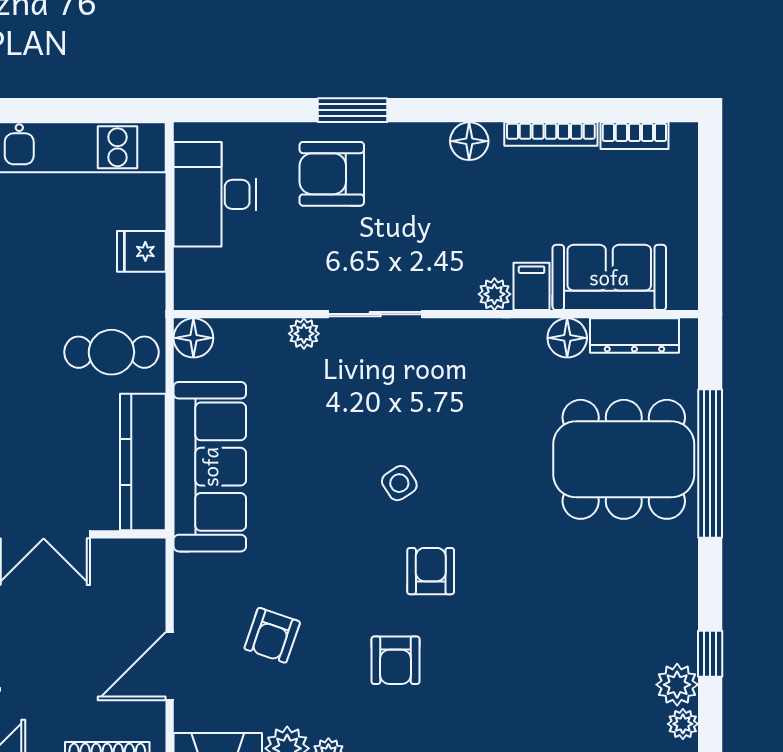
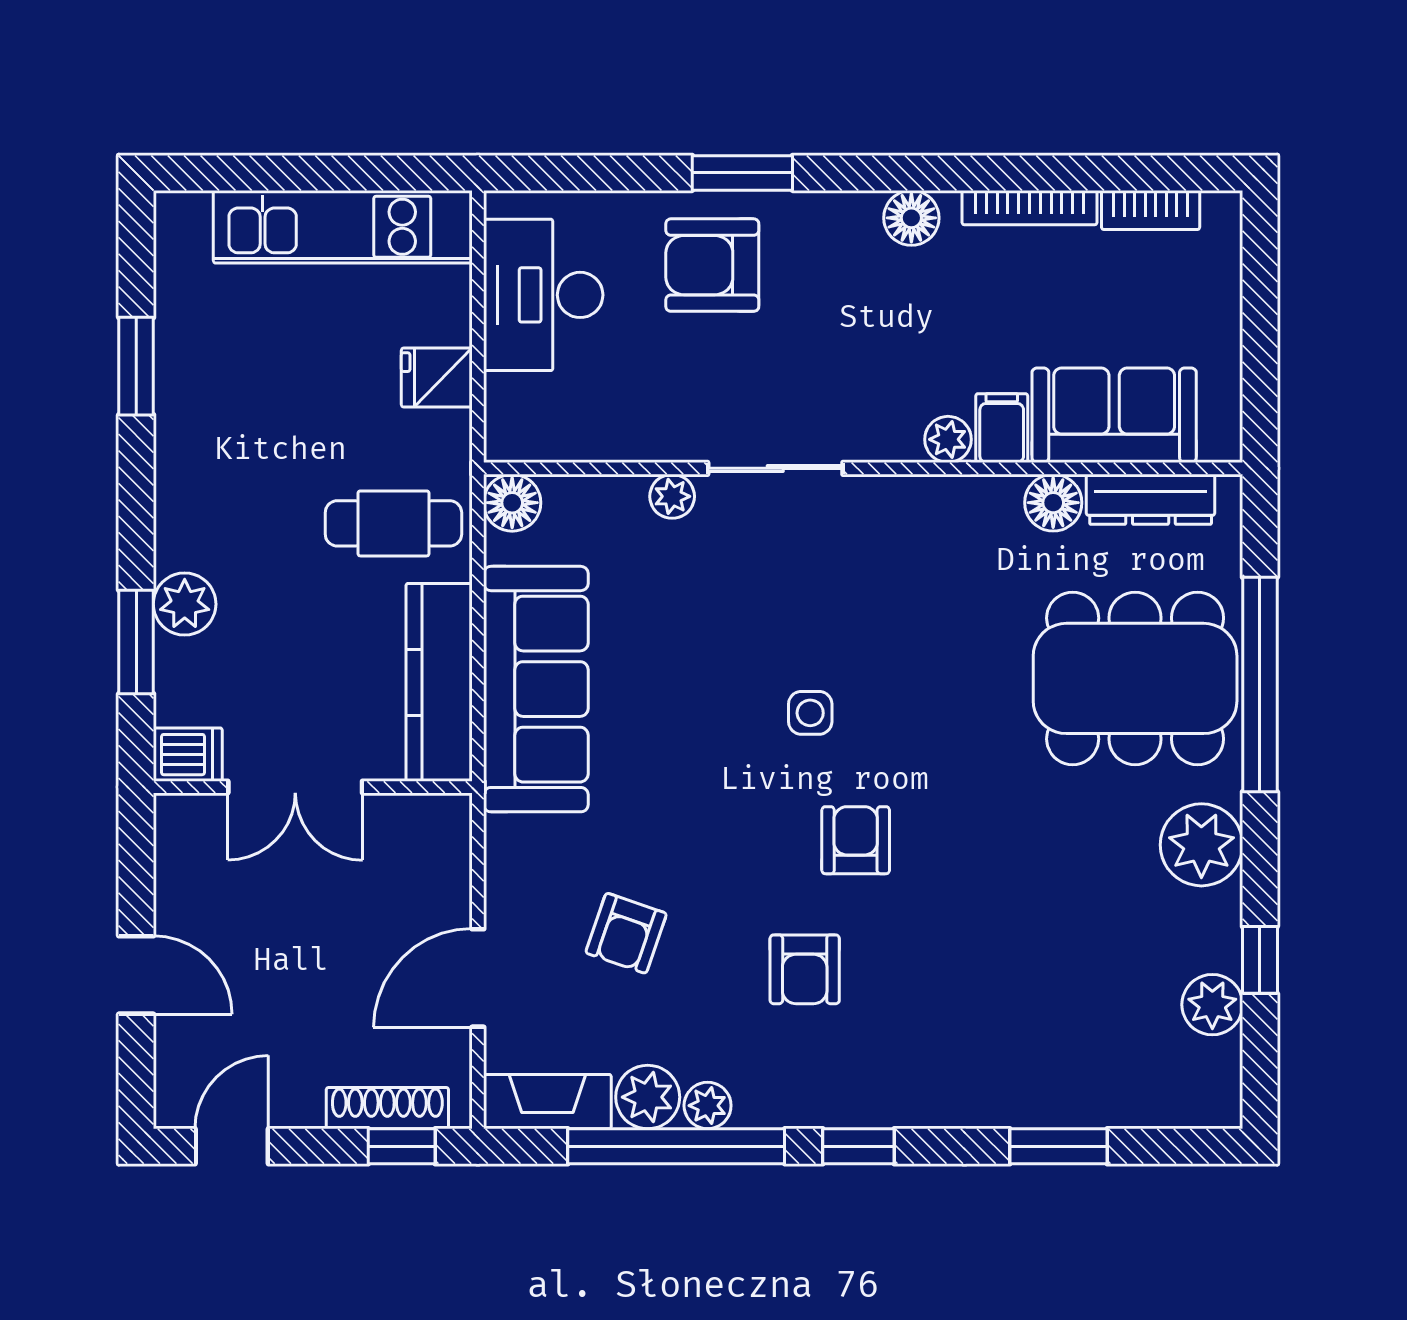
side table: (399, 483) -> (810, 713), turned 33
plant: (683, 724) -> (1201, 845), moved, width x1.88, depth x1.88

